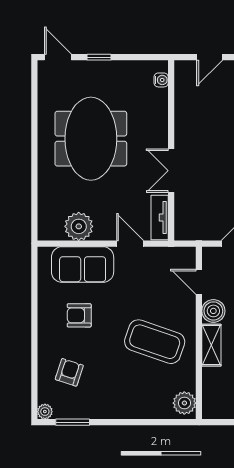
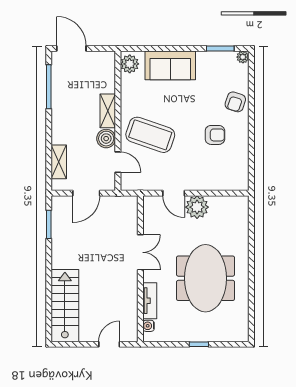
door: (58, 57) -> (232, 344), removed
tv unit: (160, 217) -> (150, 301), moved
plant: (79, 226) -> (197, 207), moved
sofa: (83, 265) -> (170, 65), moved, turned 180
coffee table: (155, 342) -> (150, 135), moved
armchair: (69, 372) -> (235, 102), moved

